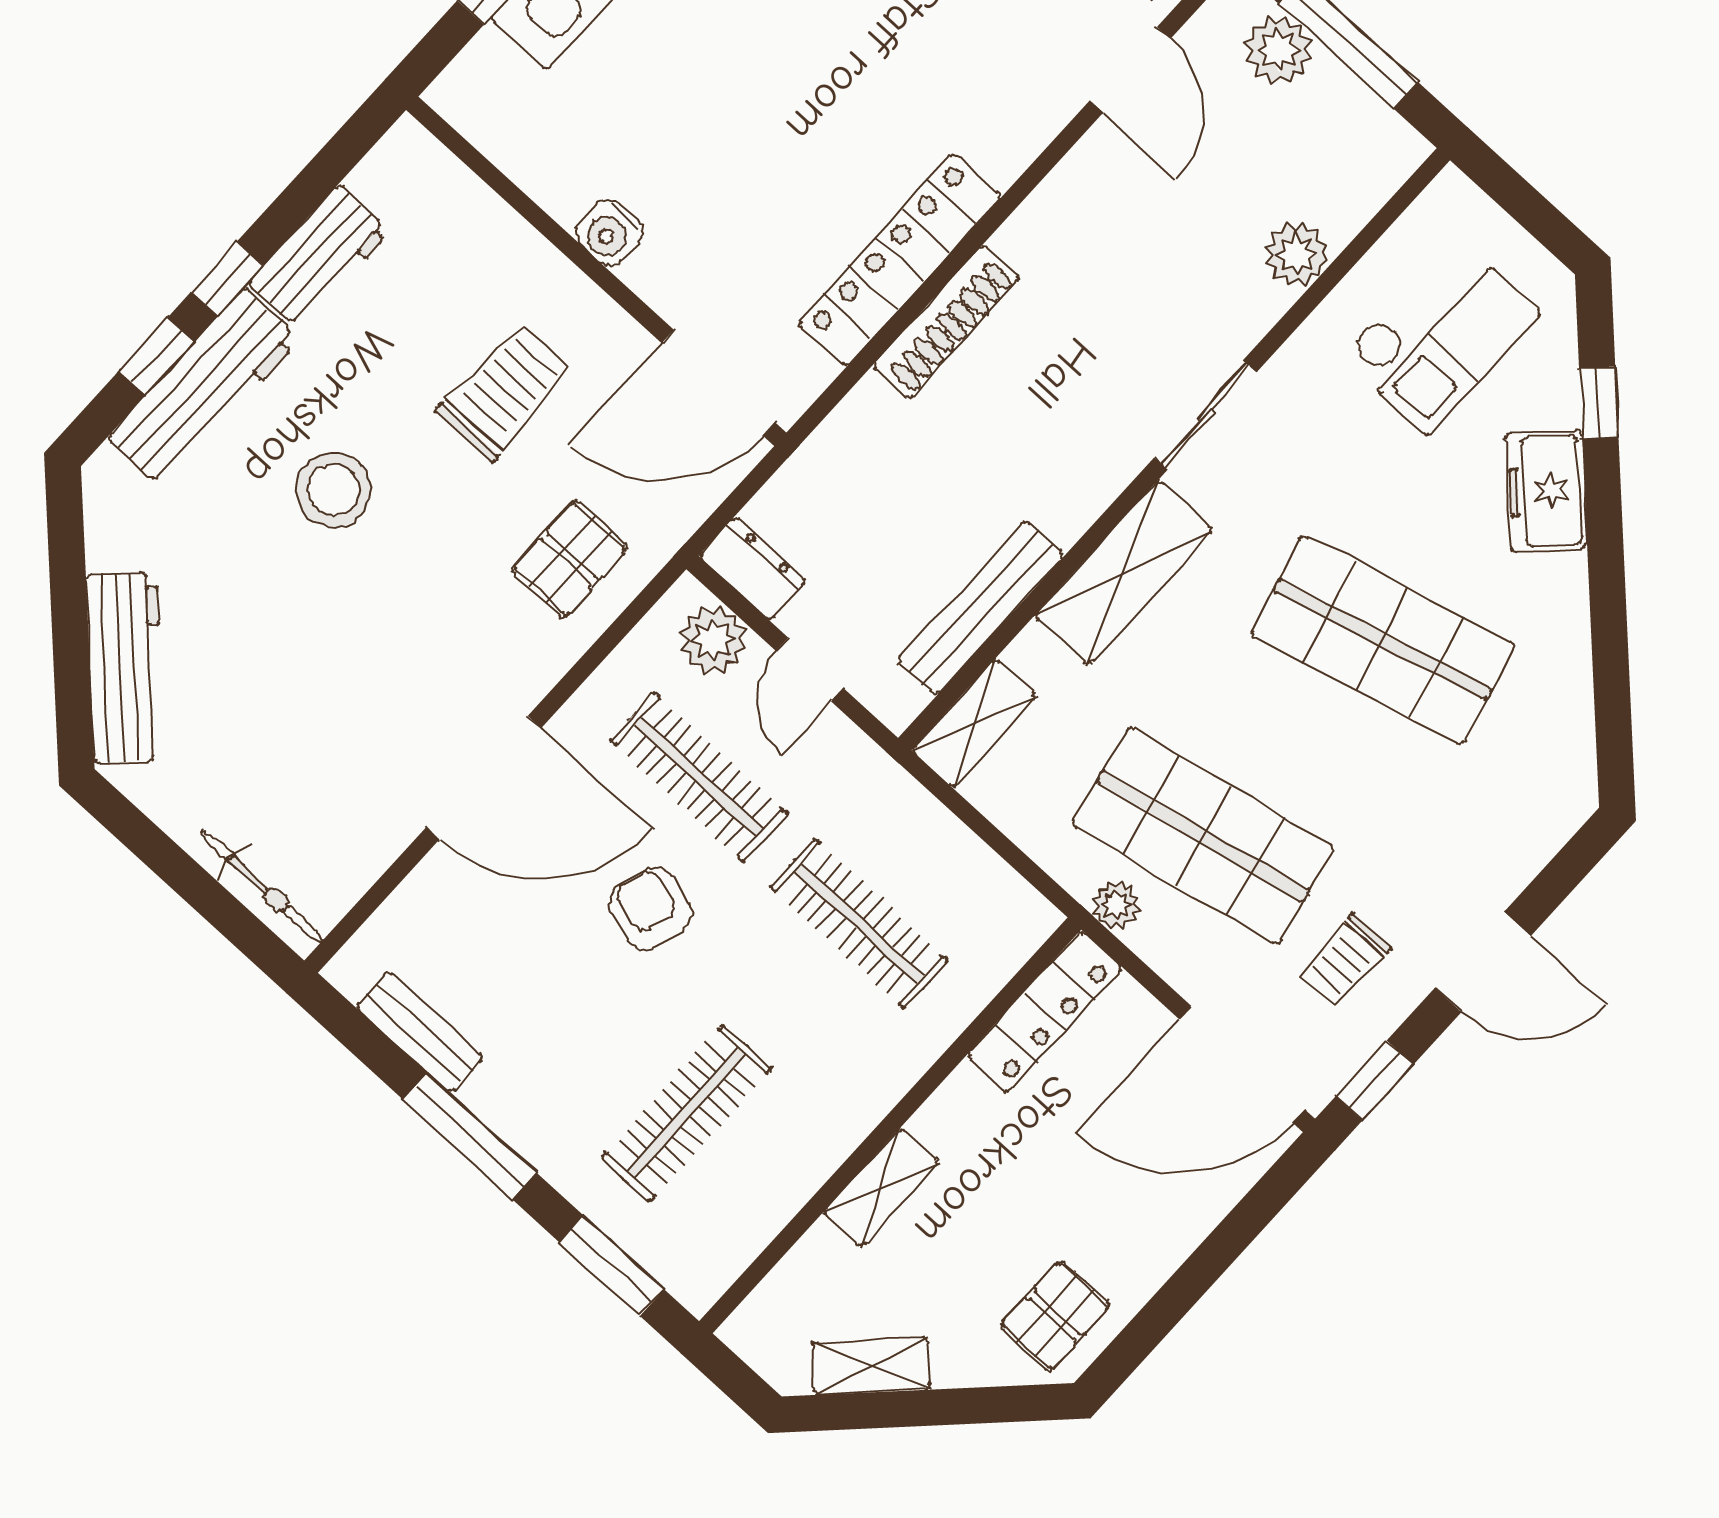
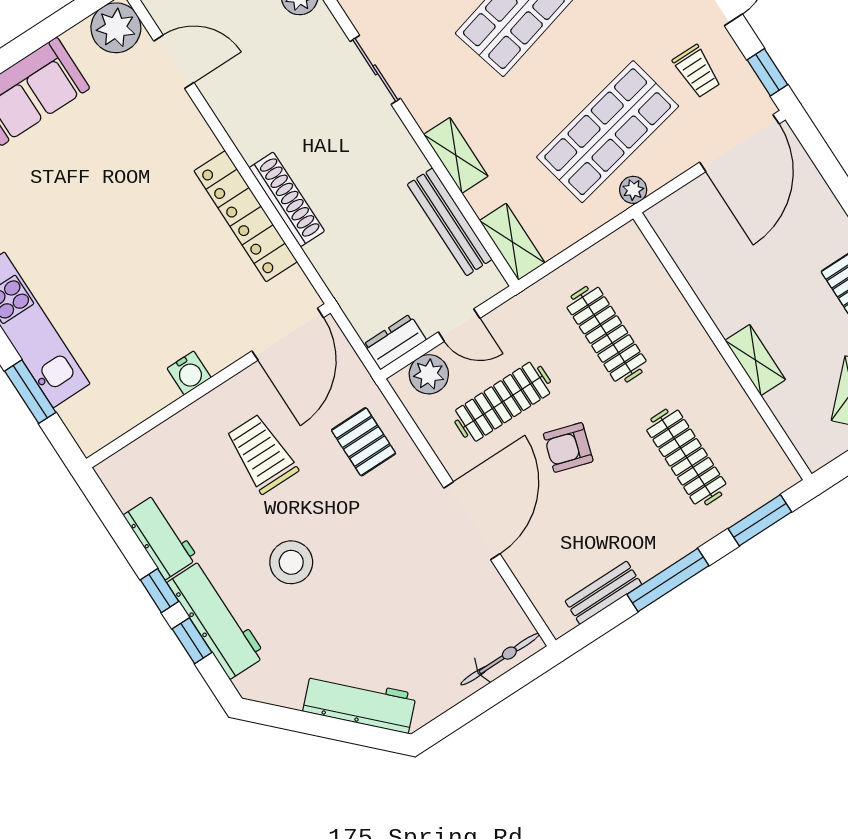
shelving: (1124, 573) -> (456, 155), width x0.67, depth x0.75
clothes rail: (859, 924) -> (607, 334), turned 90
locker: (1044, 1012) -> (682, 245), removed

